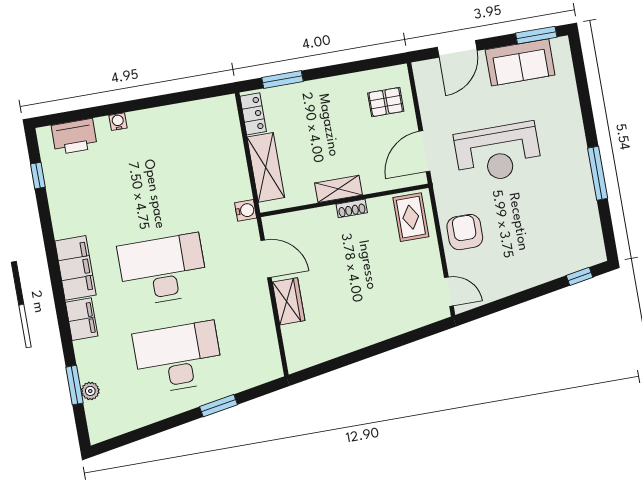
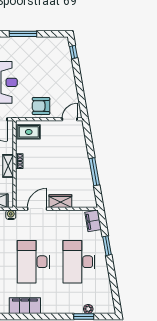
filing cabinet: (82, 319) -> (93, 221), moved, turned -100
window: (356, 356) -> (94, 172), added

